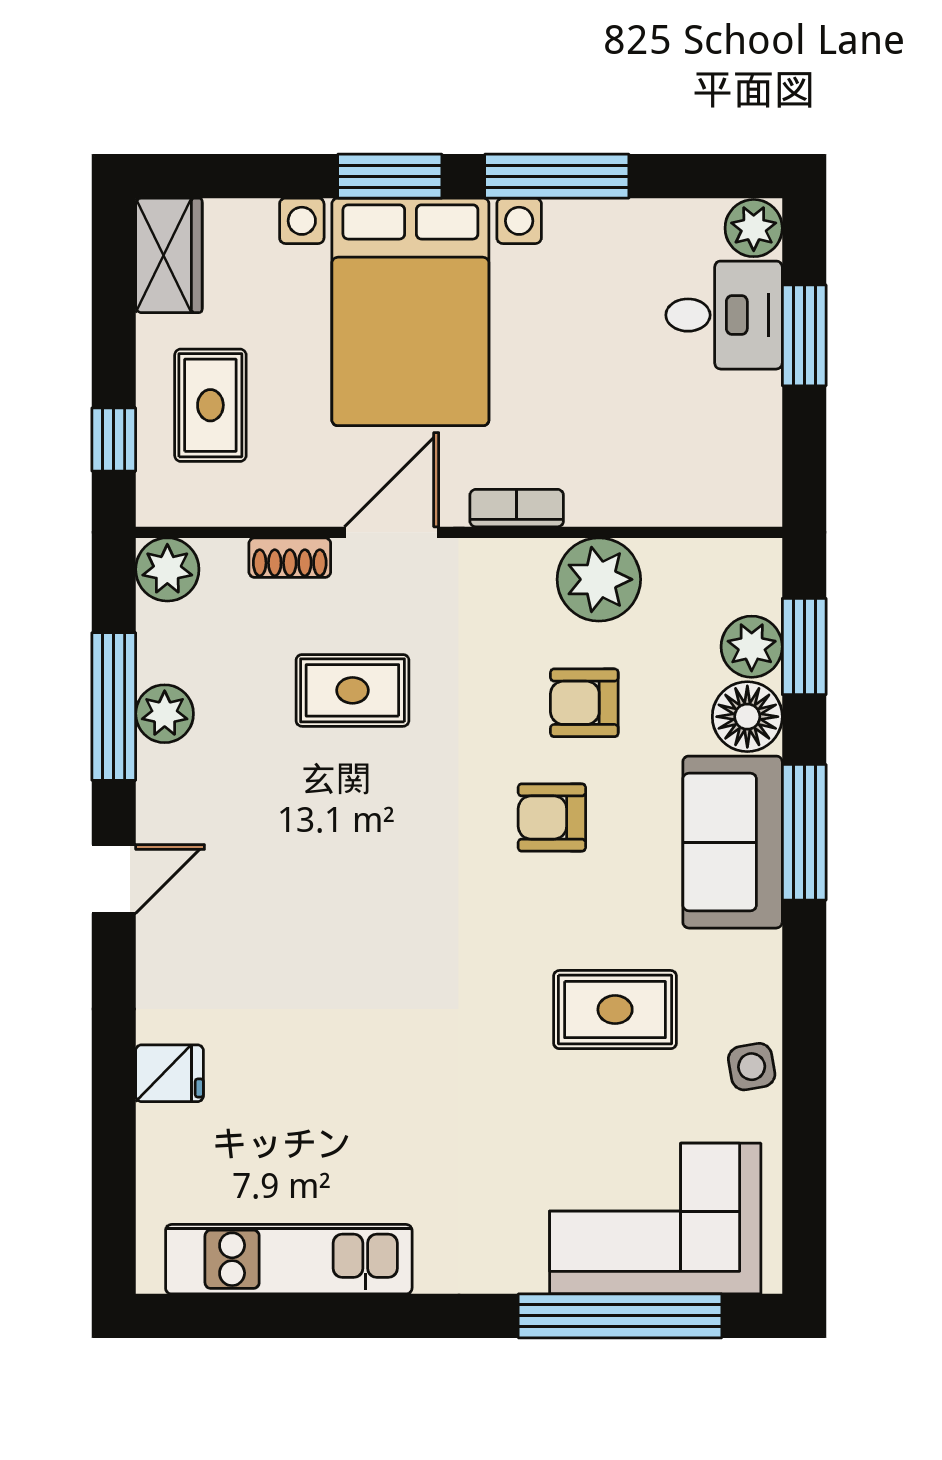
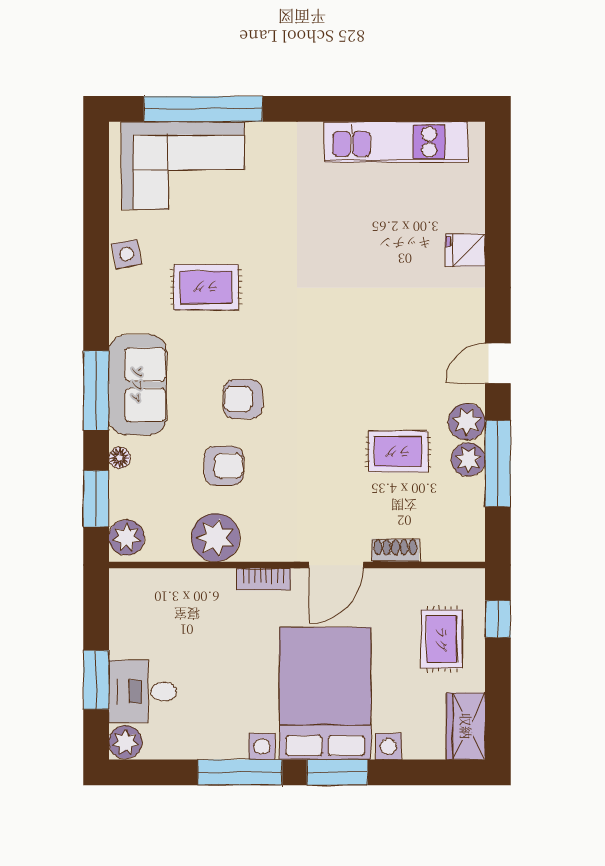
plant: (167, 569) -> (467, 422), moved
plant: (752, 647) -> (127, 537), moved
rug: (352, 690) -> (398, 452), moved
floor lamp: (747, 717) -> (120, 458), width x0.53, depth x0.53
armchair: (552, 817) -> (243, 399), turned 180

